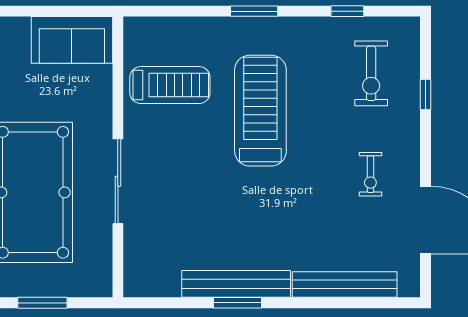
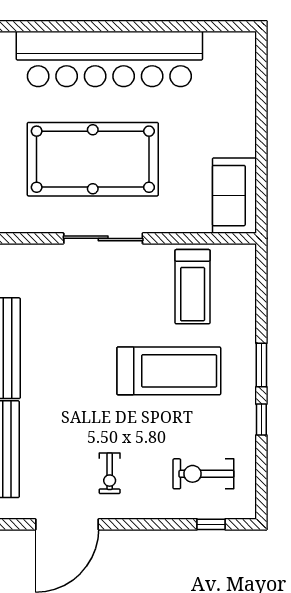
window: (347, 11) -> (261, 420), moved
window: (425, 95) -> (211, 524), moved
exercise bike: (370, 174) -> (110, 473), turned -90

